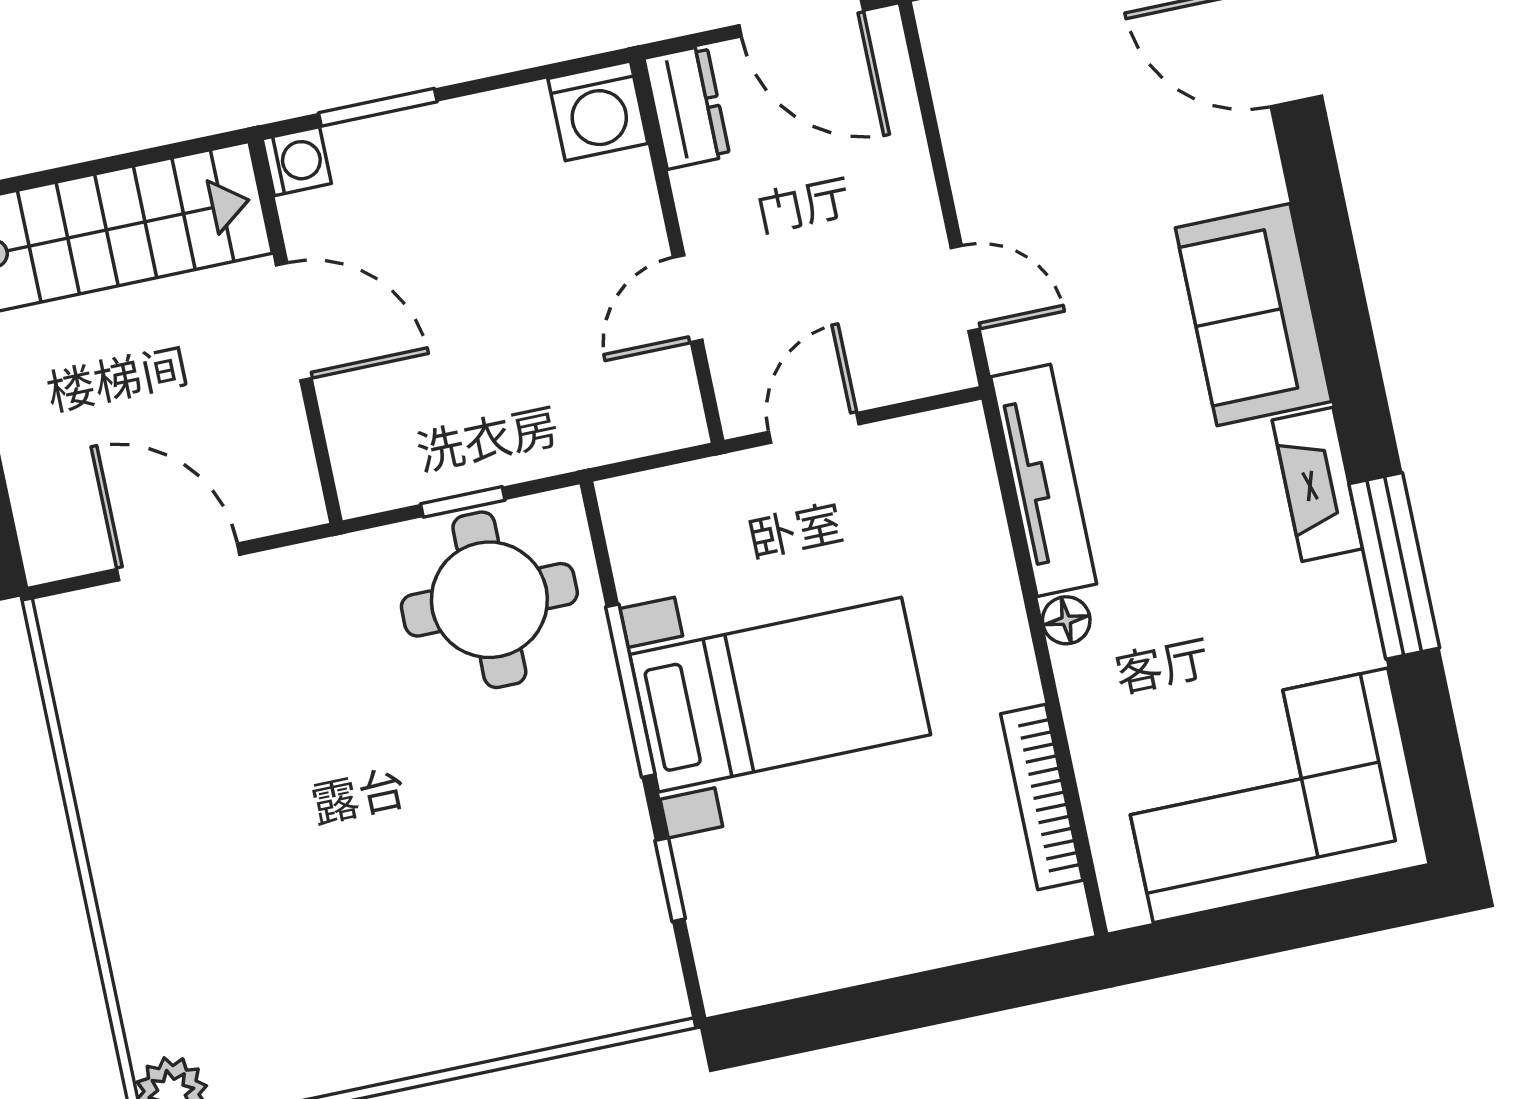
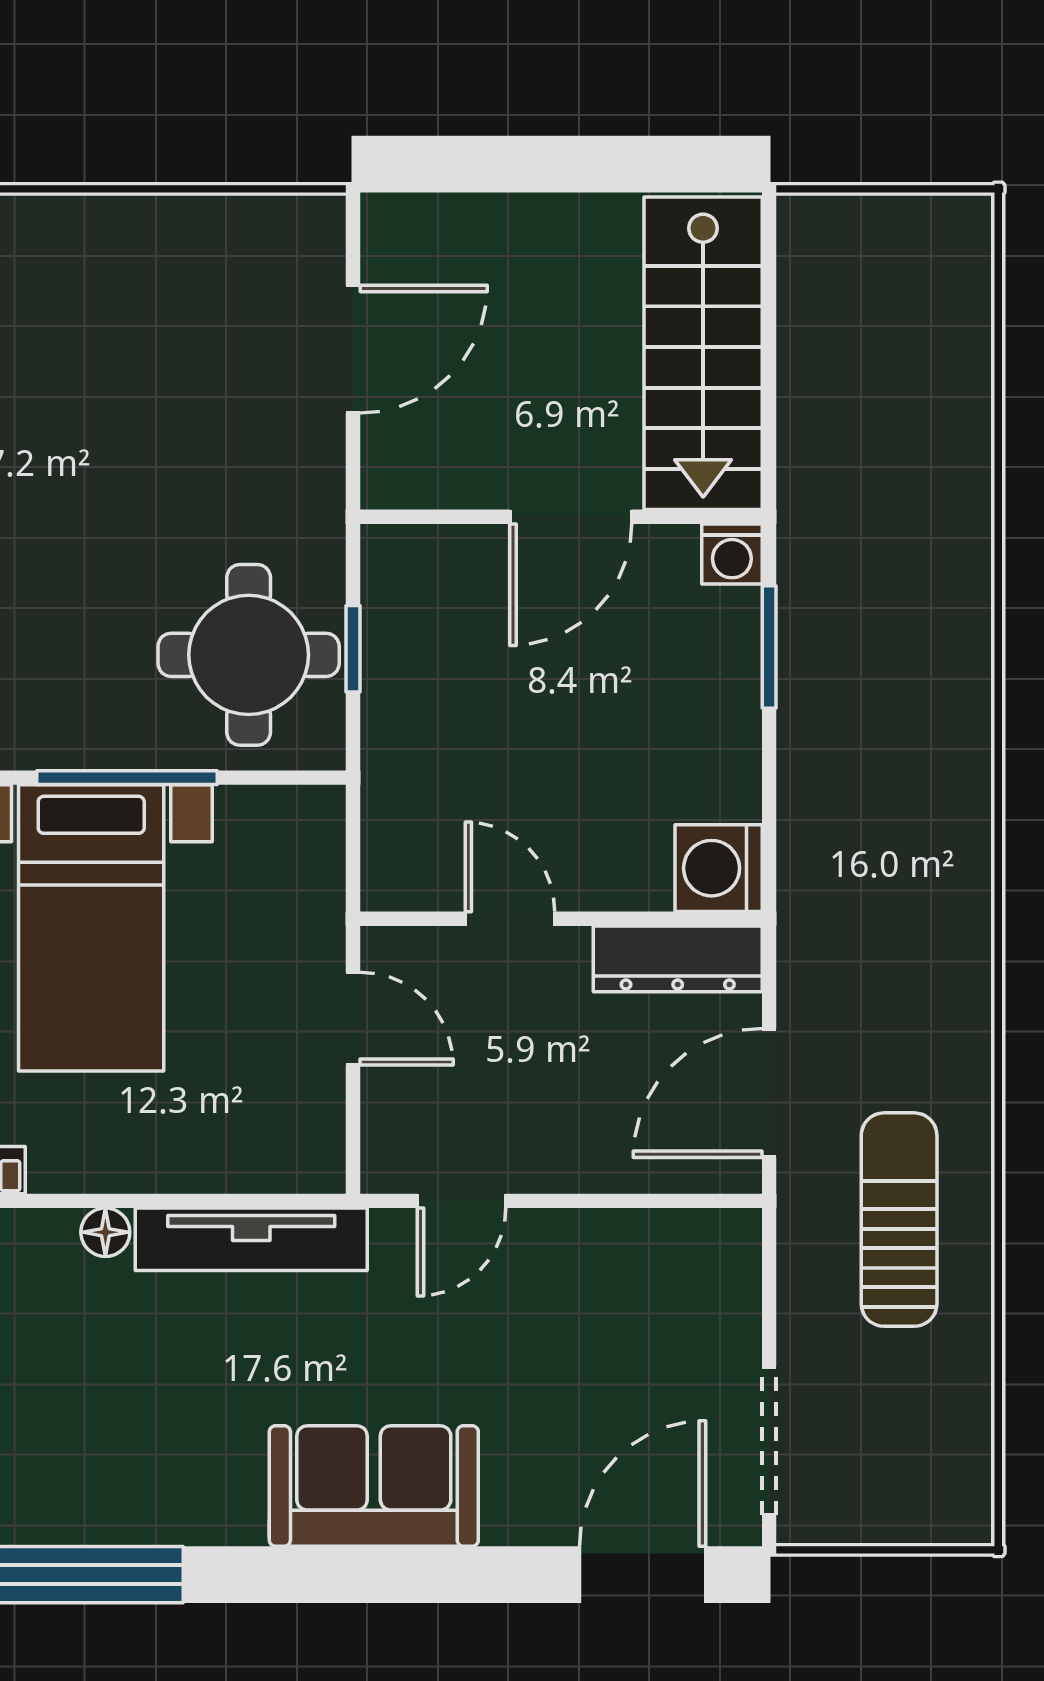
dresser: (687, 107) -> (678, 959), width x1.44
fireplace: (1317, 484) -> (189, 1514), removed

